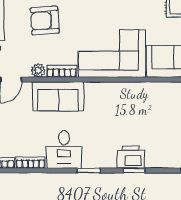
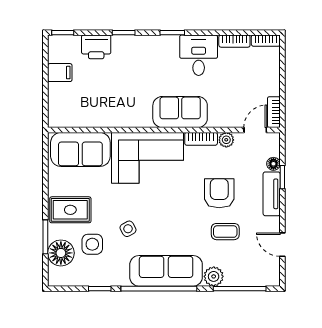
armchair: (45, 21) -> (219, 193), turned -86
sofa: (58, 96) -> (180, 112), moved
printer: (131, 157) -> (96, 47), moved

